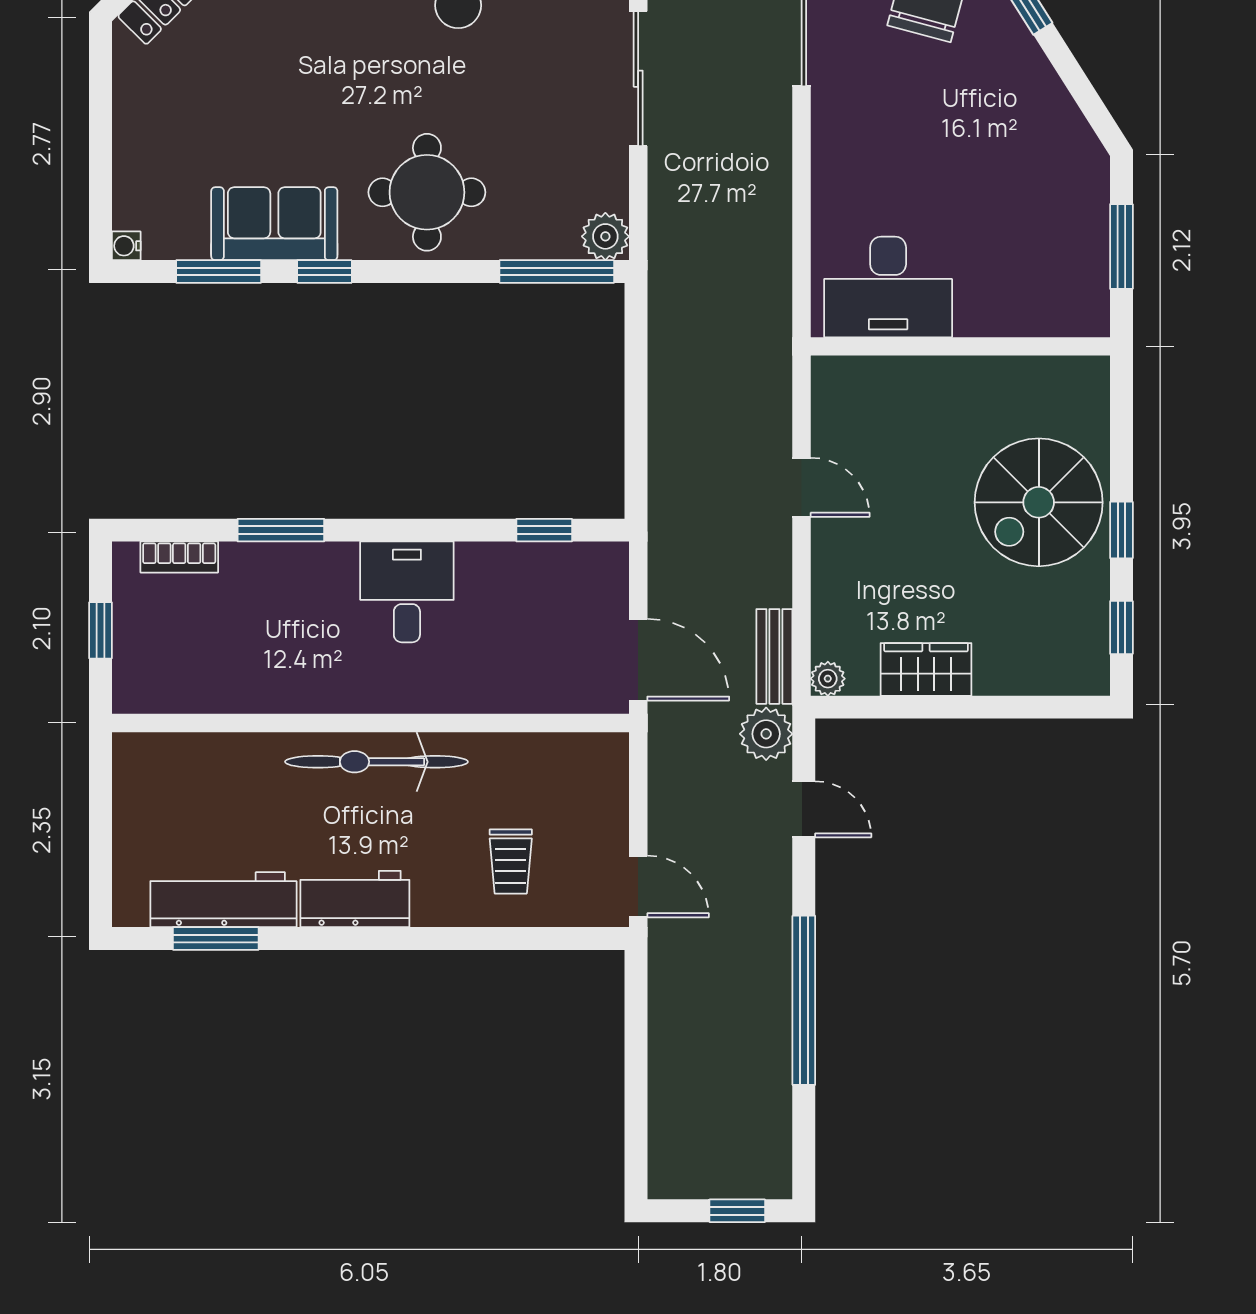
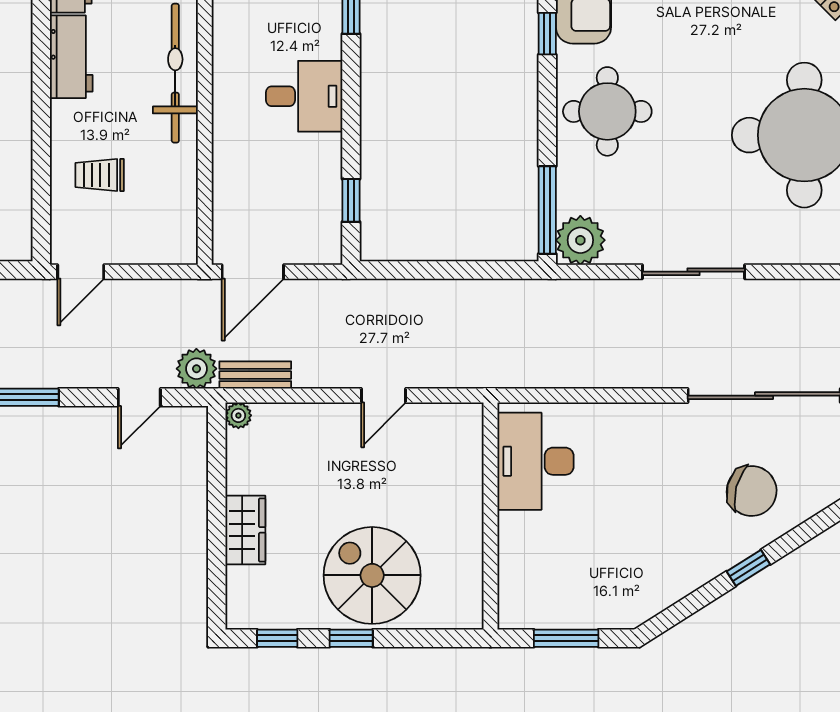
plant: (605, 236) -> (580, 240), width x1.36, depth x1.36
wardrobe: (926, 669) -> (245, 530), moved

